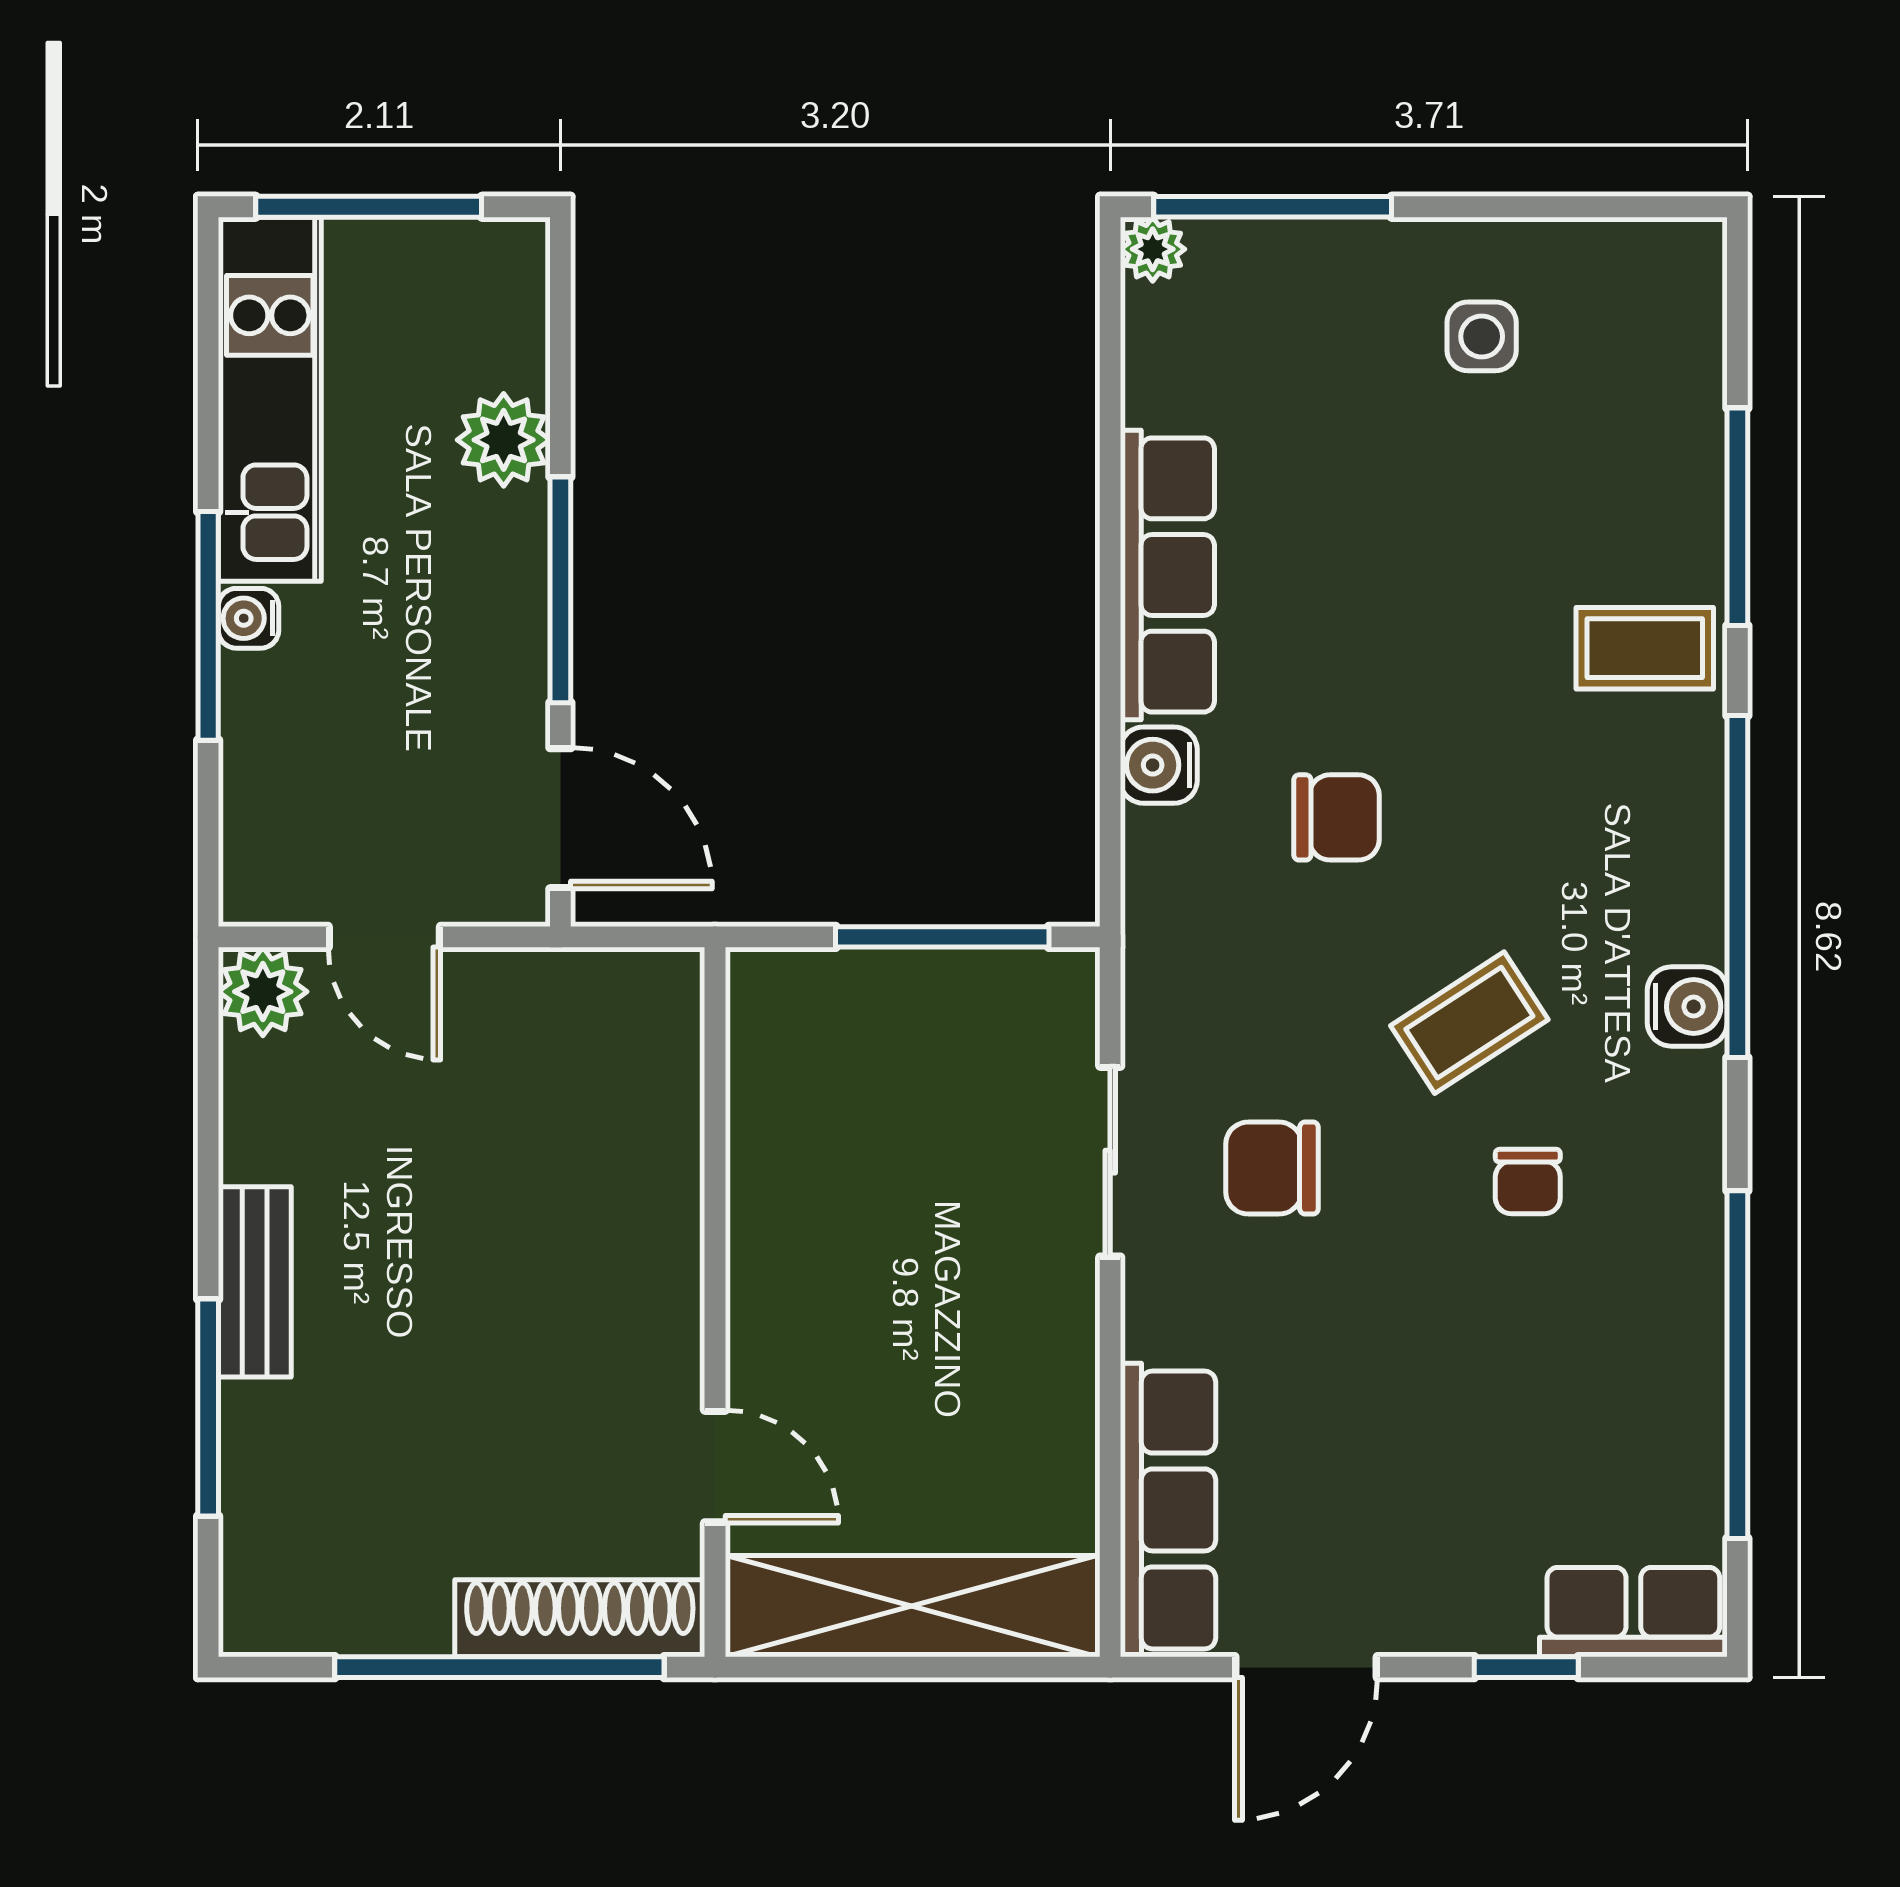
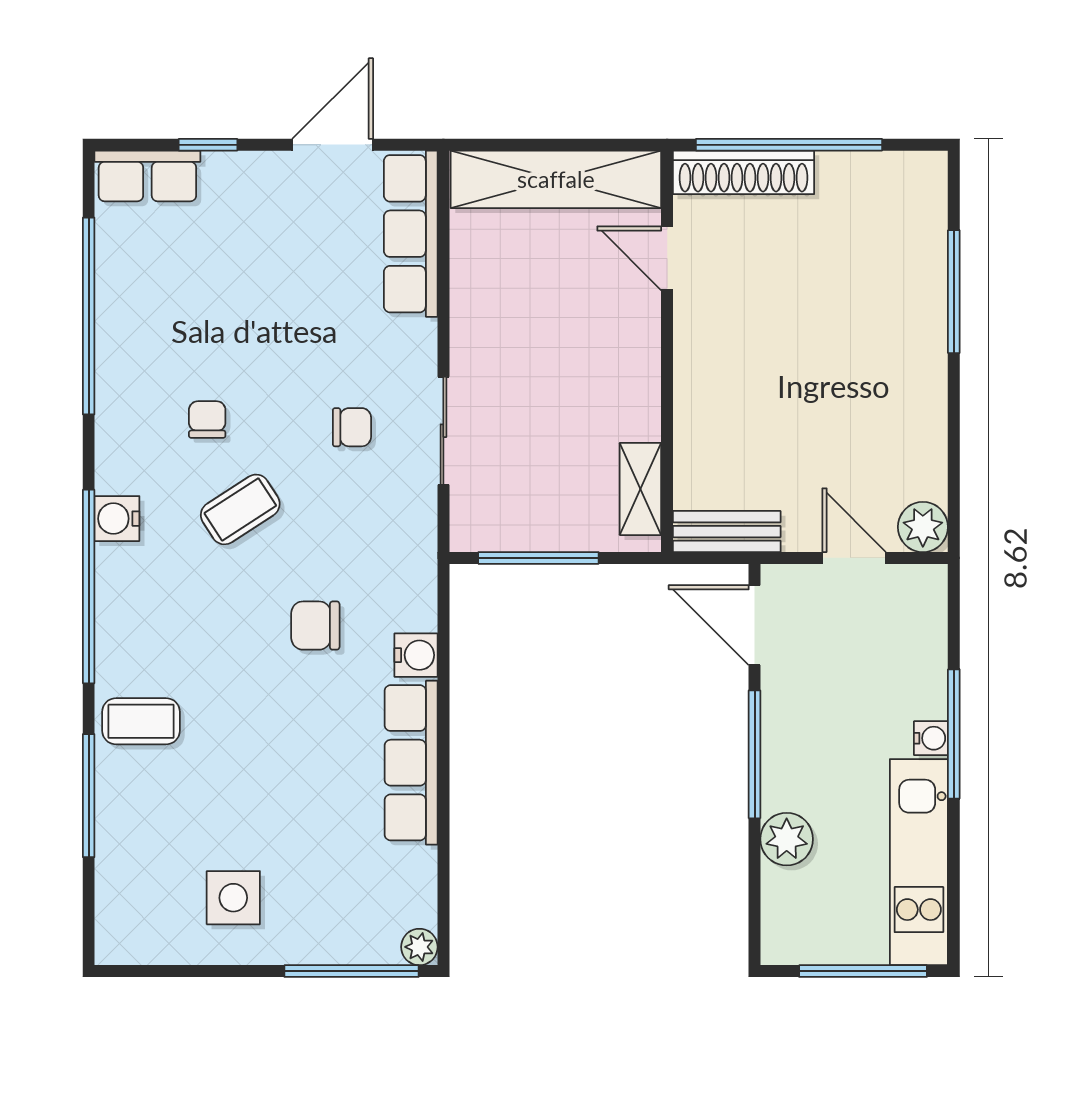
side table: (1482, 336) -> (233, 898), width x1.37, depth x1.37
shelving: (762, 1059) -> (640, 489), added
chair: (1272, 1168) -> (352, 427), width x0.73, depth x0.73
bench: (255, 1282) -> (727, 532), moved, turned 90

